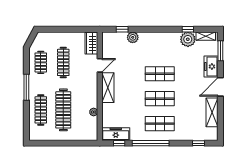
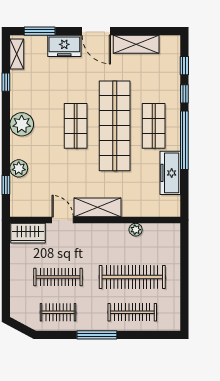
plant: (188, 39) -> (22, 124), moved
shop shelf: (160, 99) -> (115, 126), width x2.00, depth x1.36
freezer: (116, 134) -> (170, 173), moved
window: (119, 143) -> (184, 94), moved

